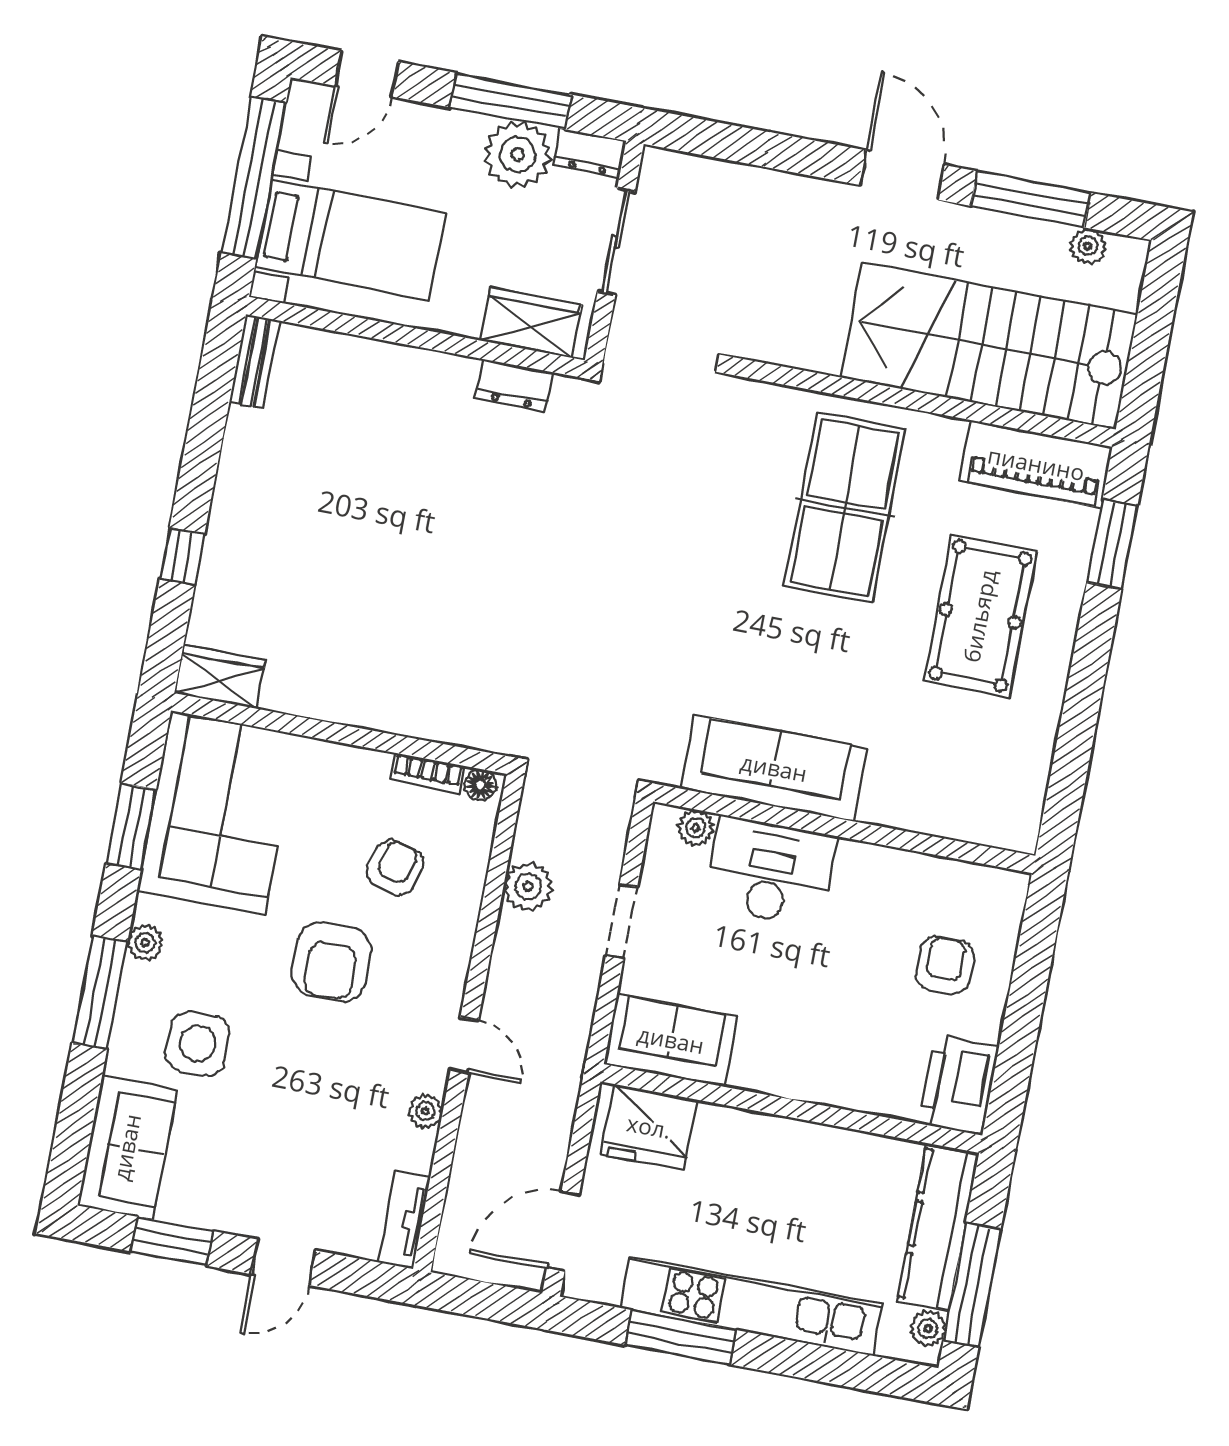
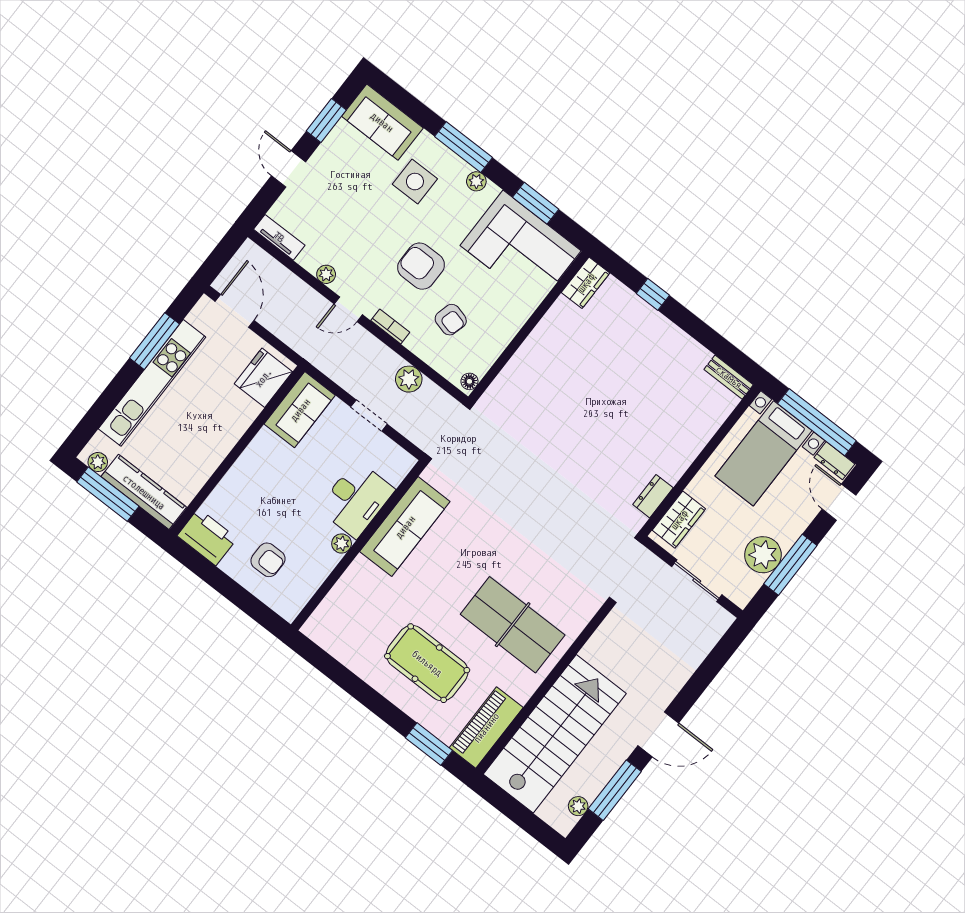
dresser: (590, 153) -> (834, 461), moved, turned -90
bookcase: (428, 773) -> (390, 326), moved, turned 90
plant: (696, 828) -> (342, 544), moved

